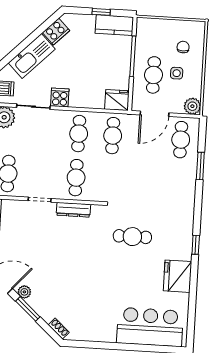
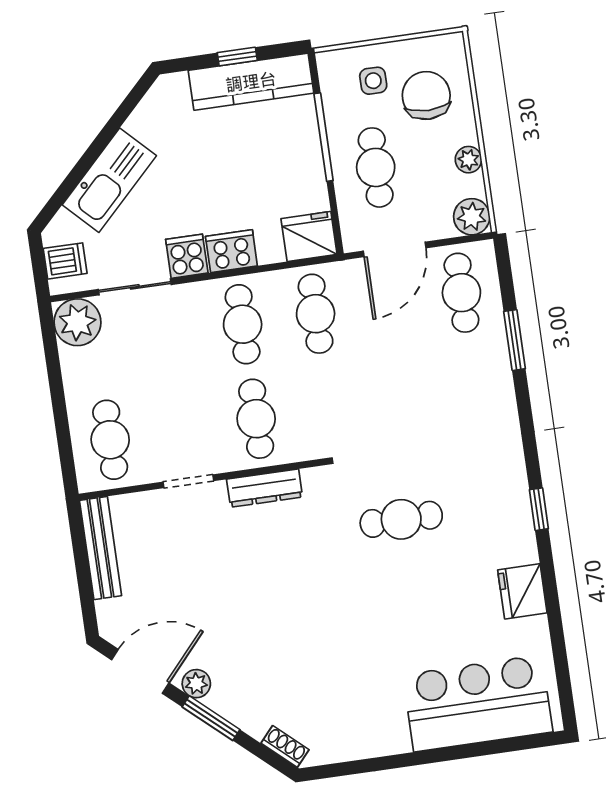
kitchen counter: (114, 25) -> (251, 82), width x1.50
cooker: (56, 32) -> (231, 251), moved, turned -135
chair: (183, 47) -> (426, 95), width x1.87, depth x1.87
side table: (177, 73) -> (373, 81), moved
plant: (196, 80) -> (468, 160), added
fridge: (177, 276) -> (522, 591), width x0.73, depth x0.75

